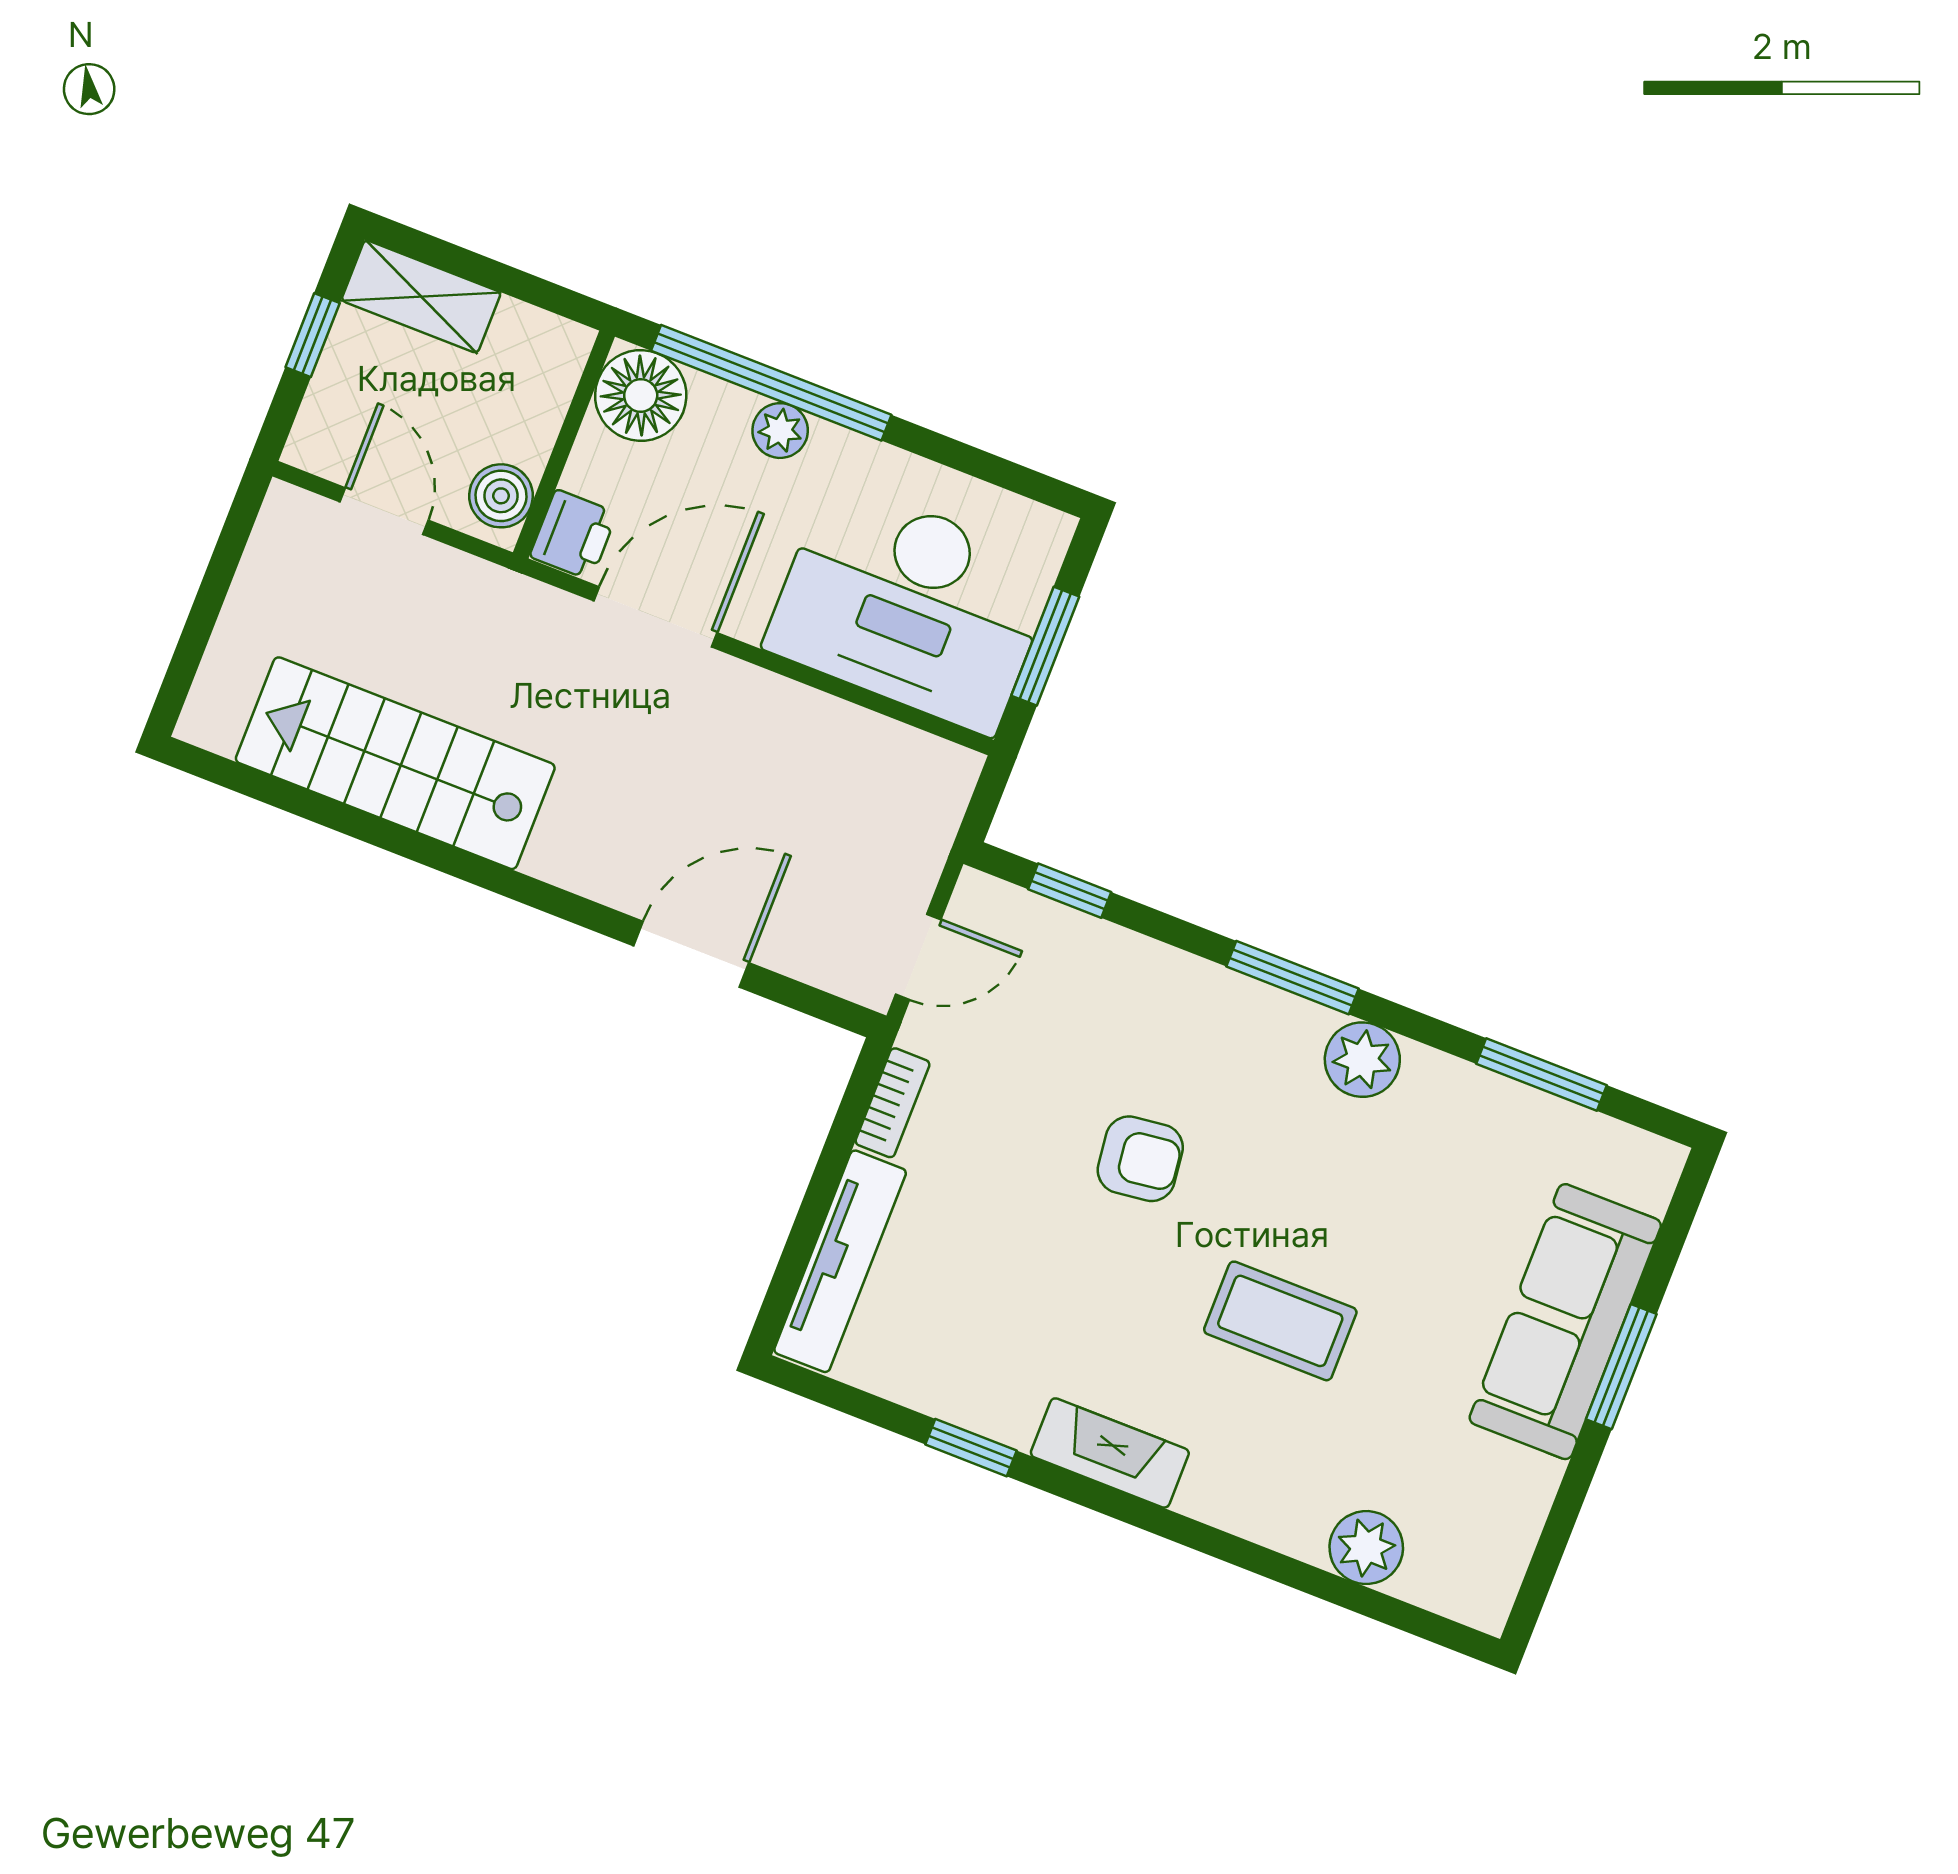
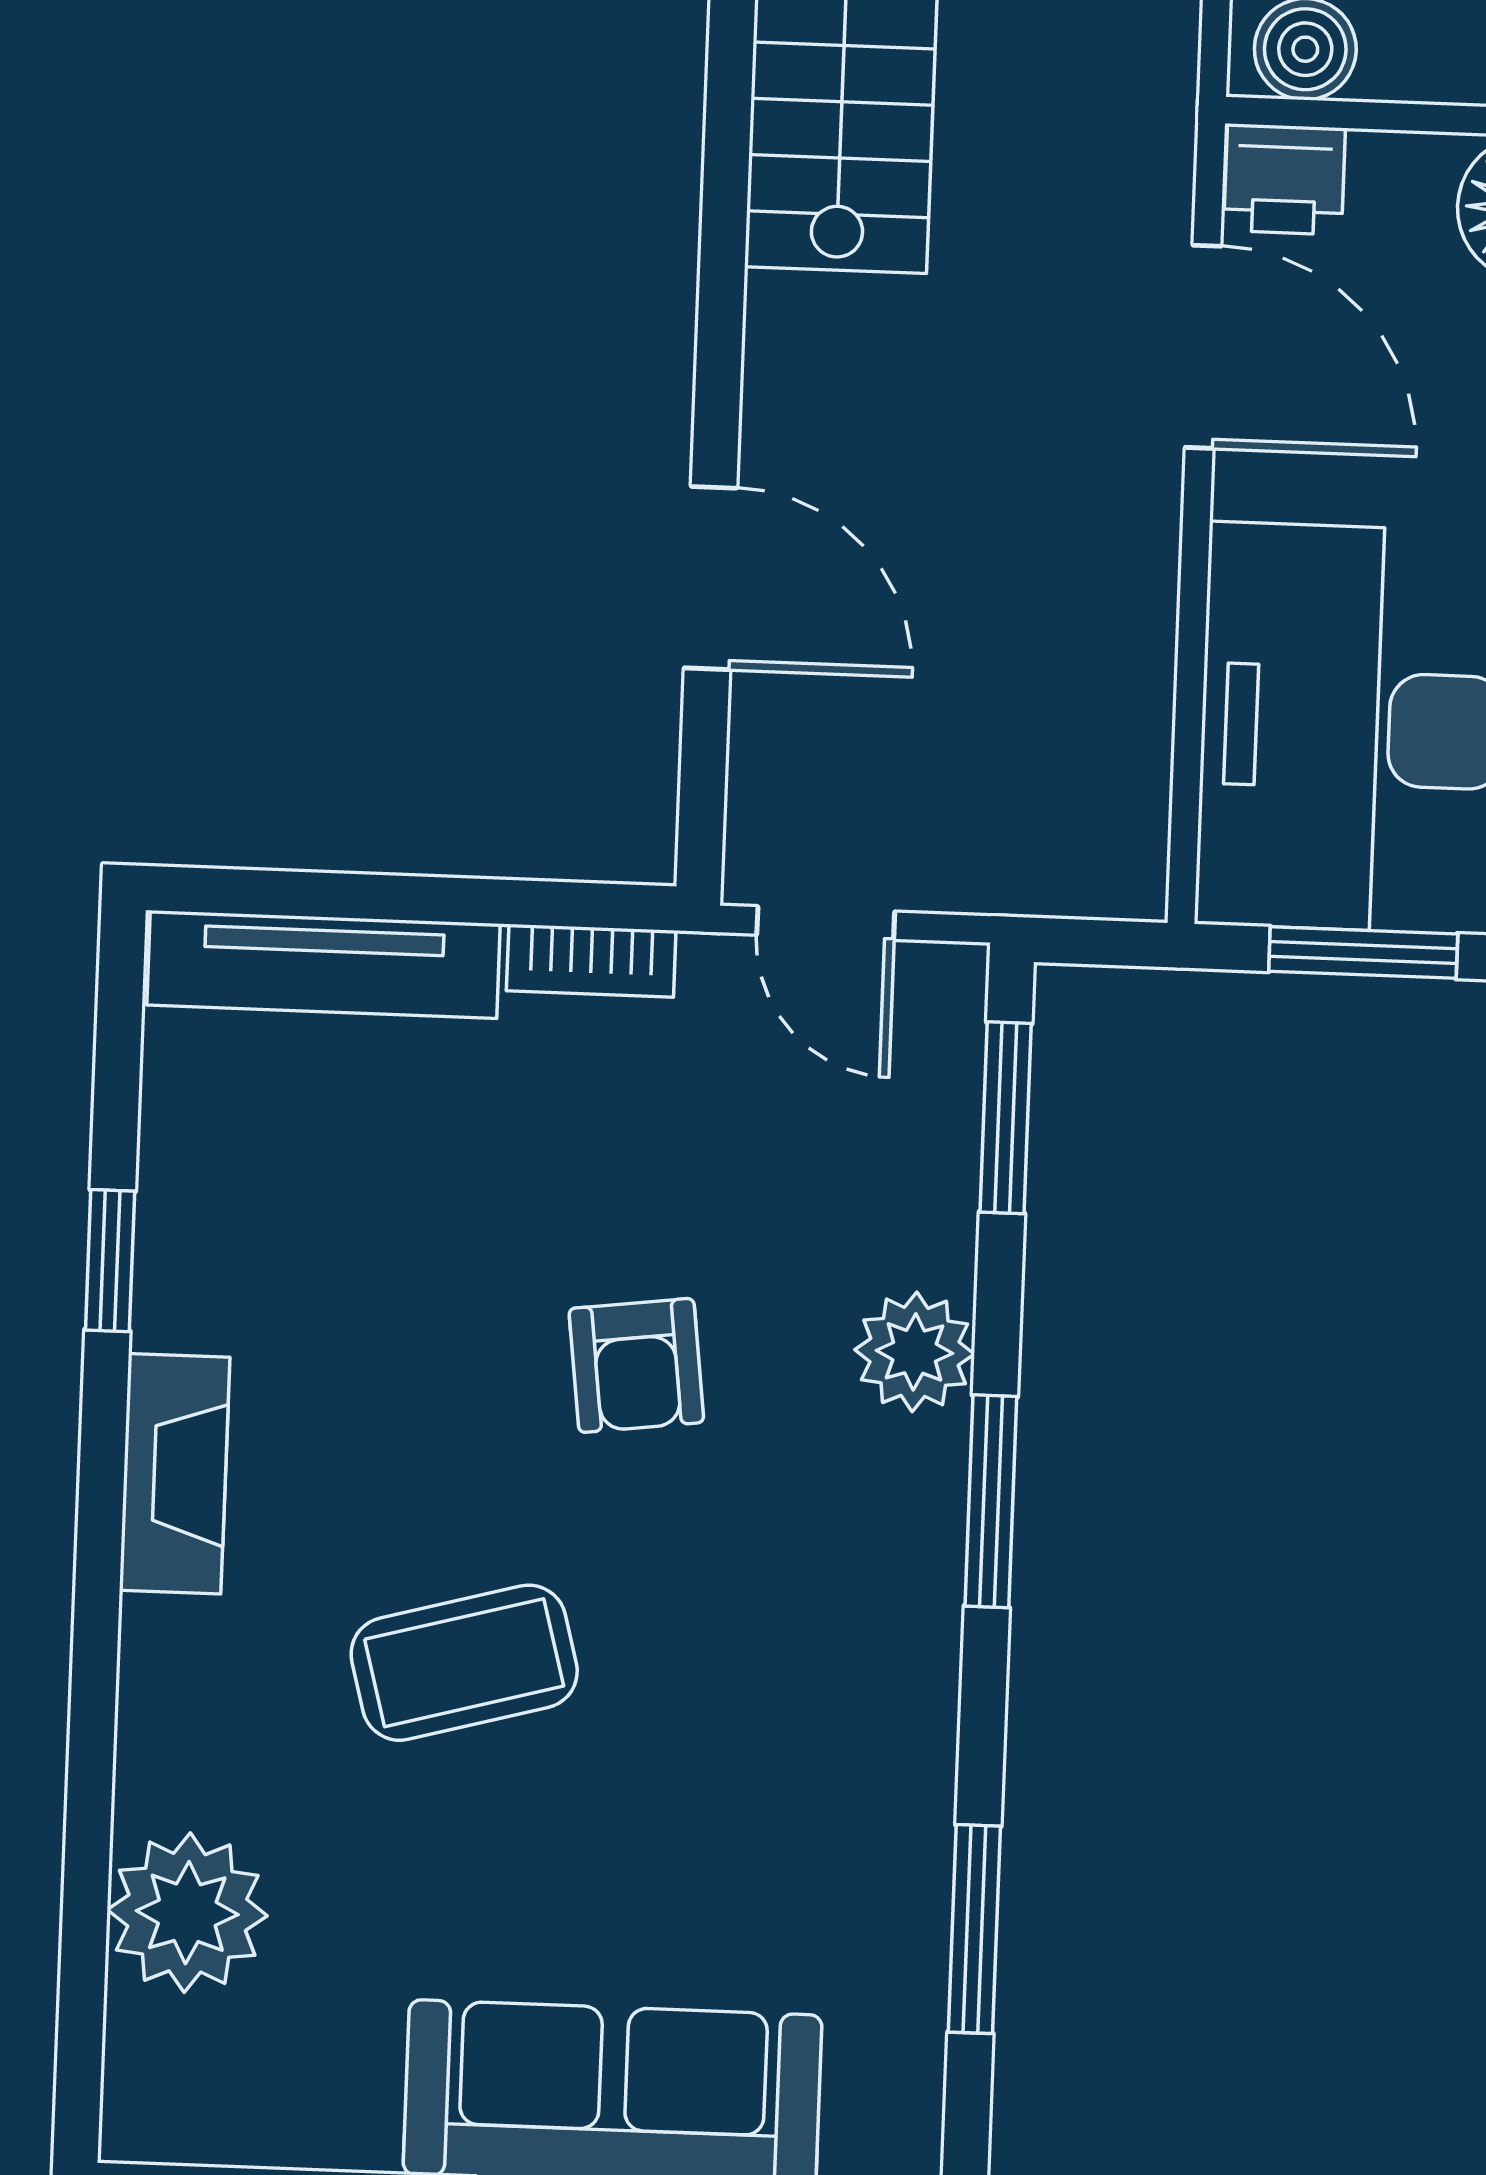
window: (1070, 891) -> (1006, 1118), width x1.50
plant: (1362, 1060) -> (915, 1352), moved
coffee table: (1280, 1321) -> (464, 1663), turned 75
plant: (1366, 1548) -> (187, 1913), width x1.36, depth x1.36

